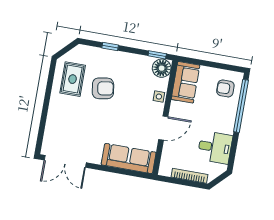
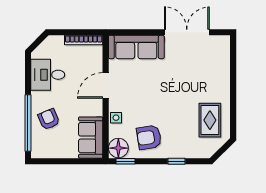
armchair: (103, 88) -> (149, 137), moved
armchair: (225, 88) -> (49, 119), moved, turned -113
double door: (65, 161) -> (187, 32), moved
bookcase: (190, 176) -> (84, 40), moved

